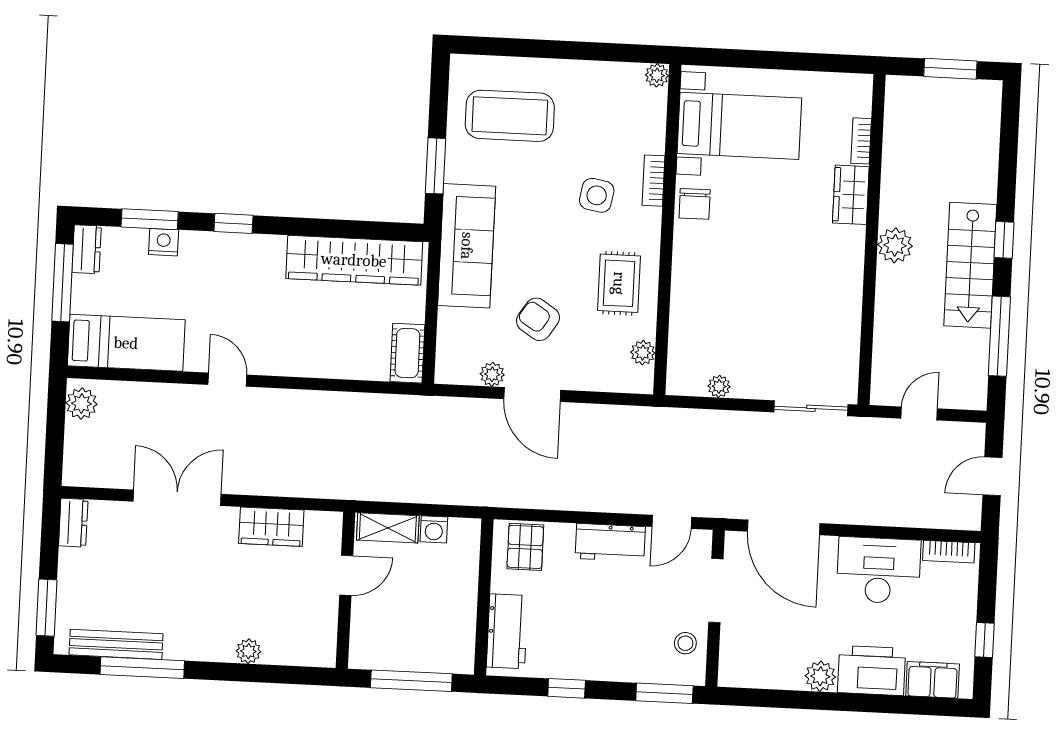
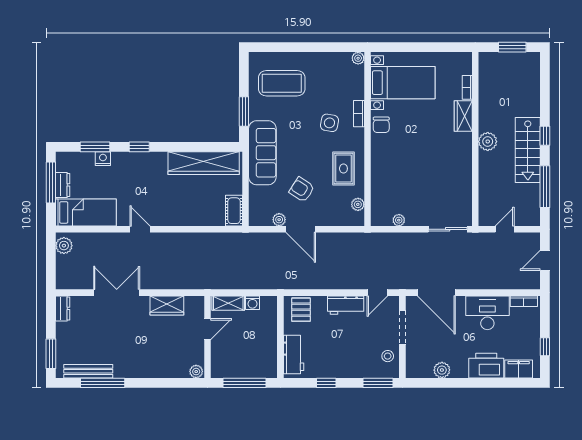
dresser: (87, 249) -> (63, 185), moved
plant: (248, 651) -> (196, 372), moved
plant: (820, 676) -> (442, 370), moved

